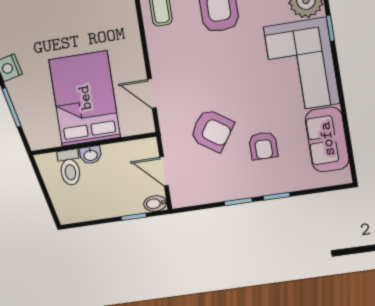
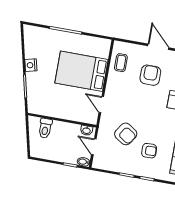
bed: (85, 98) -> (81, 71), moved, turned -90
armchair: (263, 146) -> (149, 151), turned -91
washbasin: (91, 155) -> (87, 130), moved

